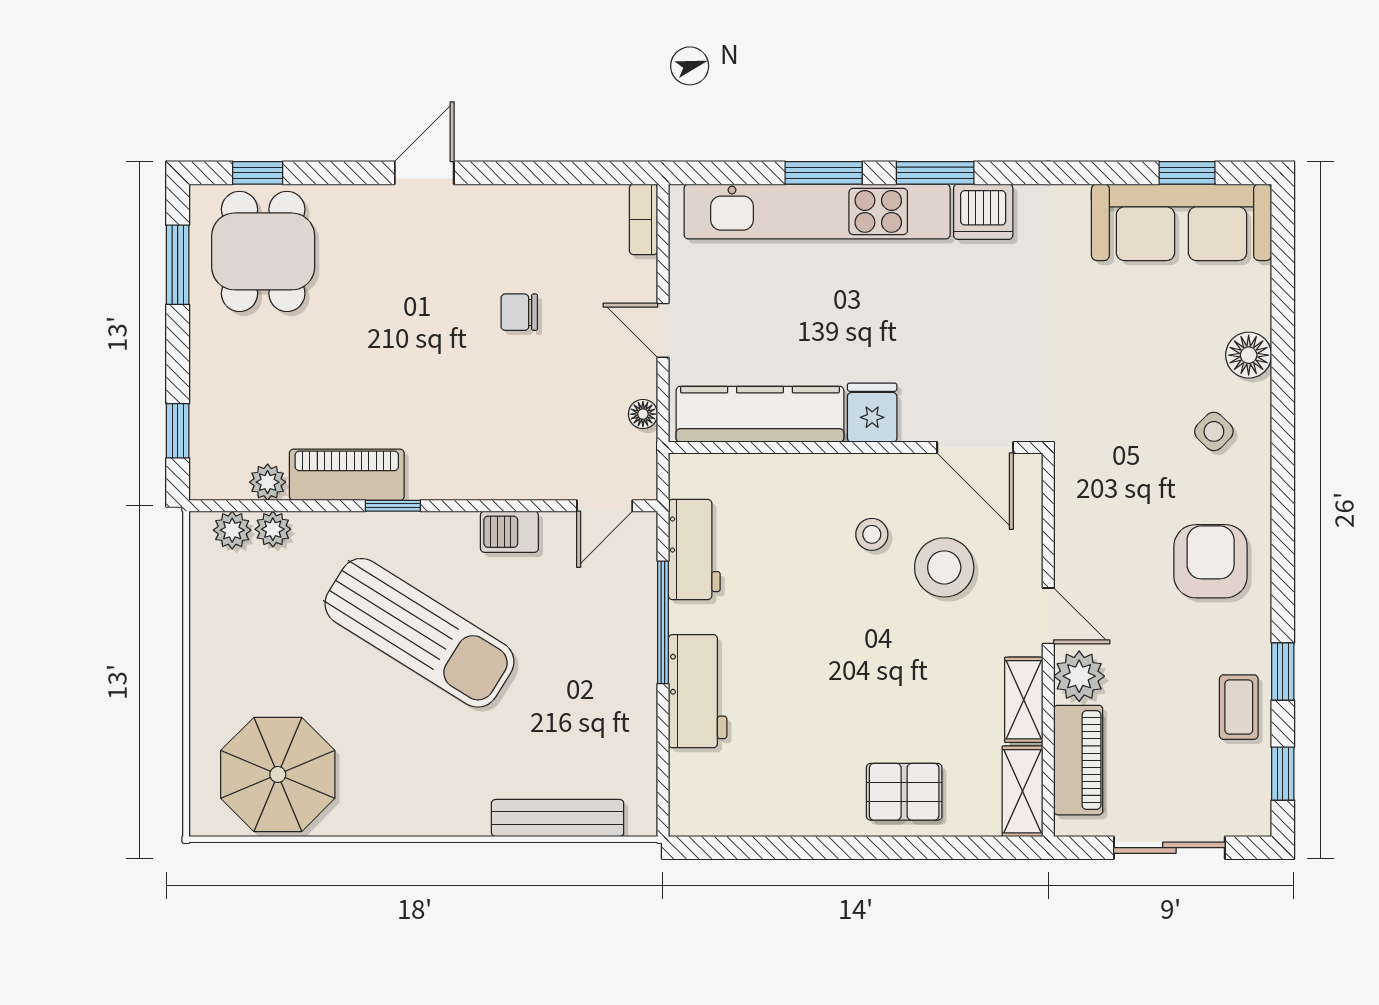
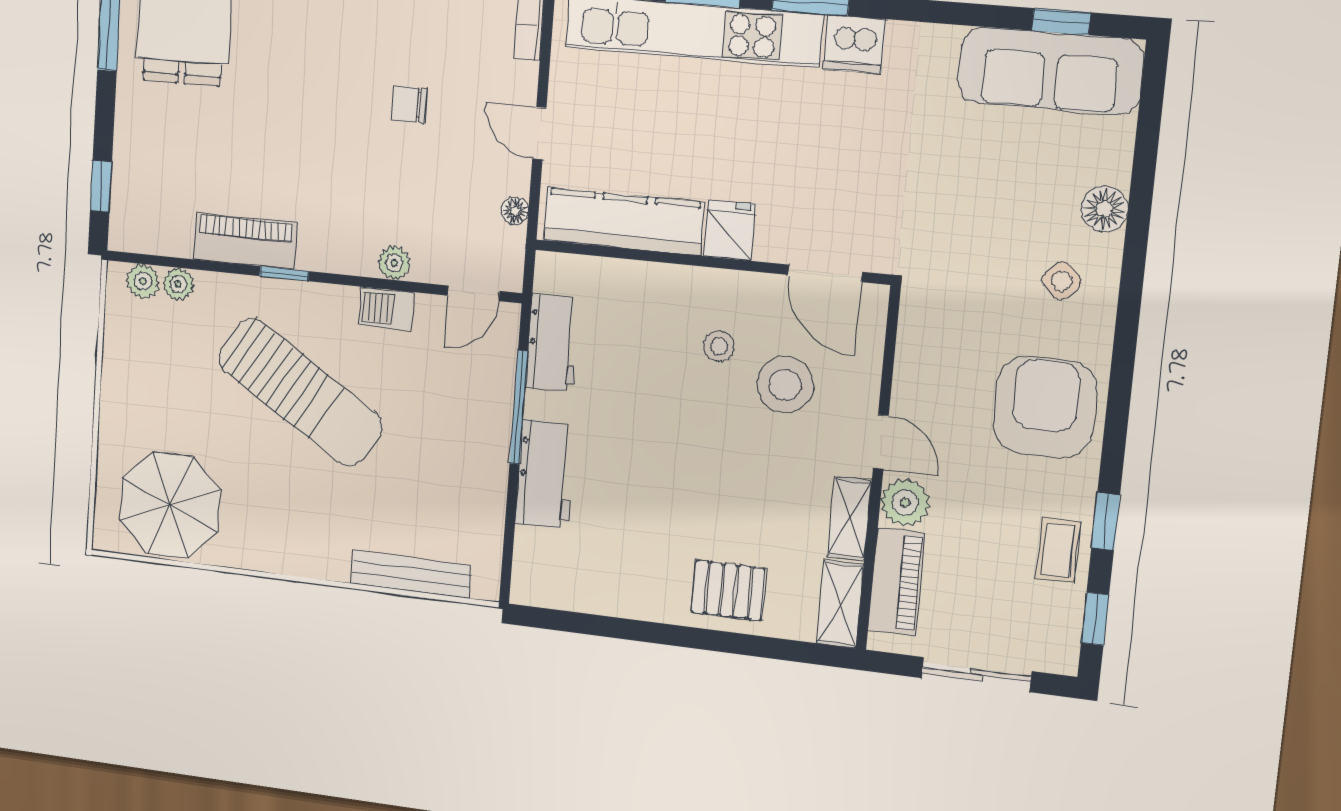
plant: (268, 482) -> (394, 263), moved
armchair: (1211, 561) -> (1045, 407), width x1.36, depth x1.36

